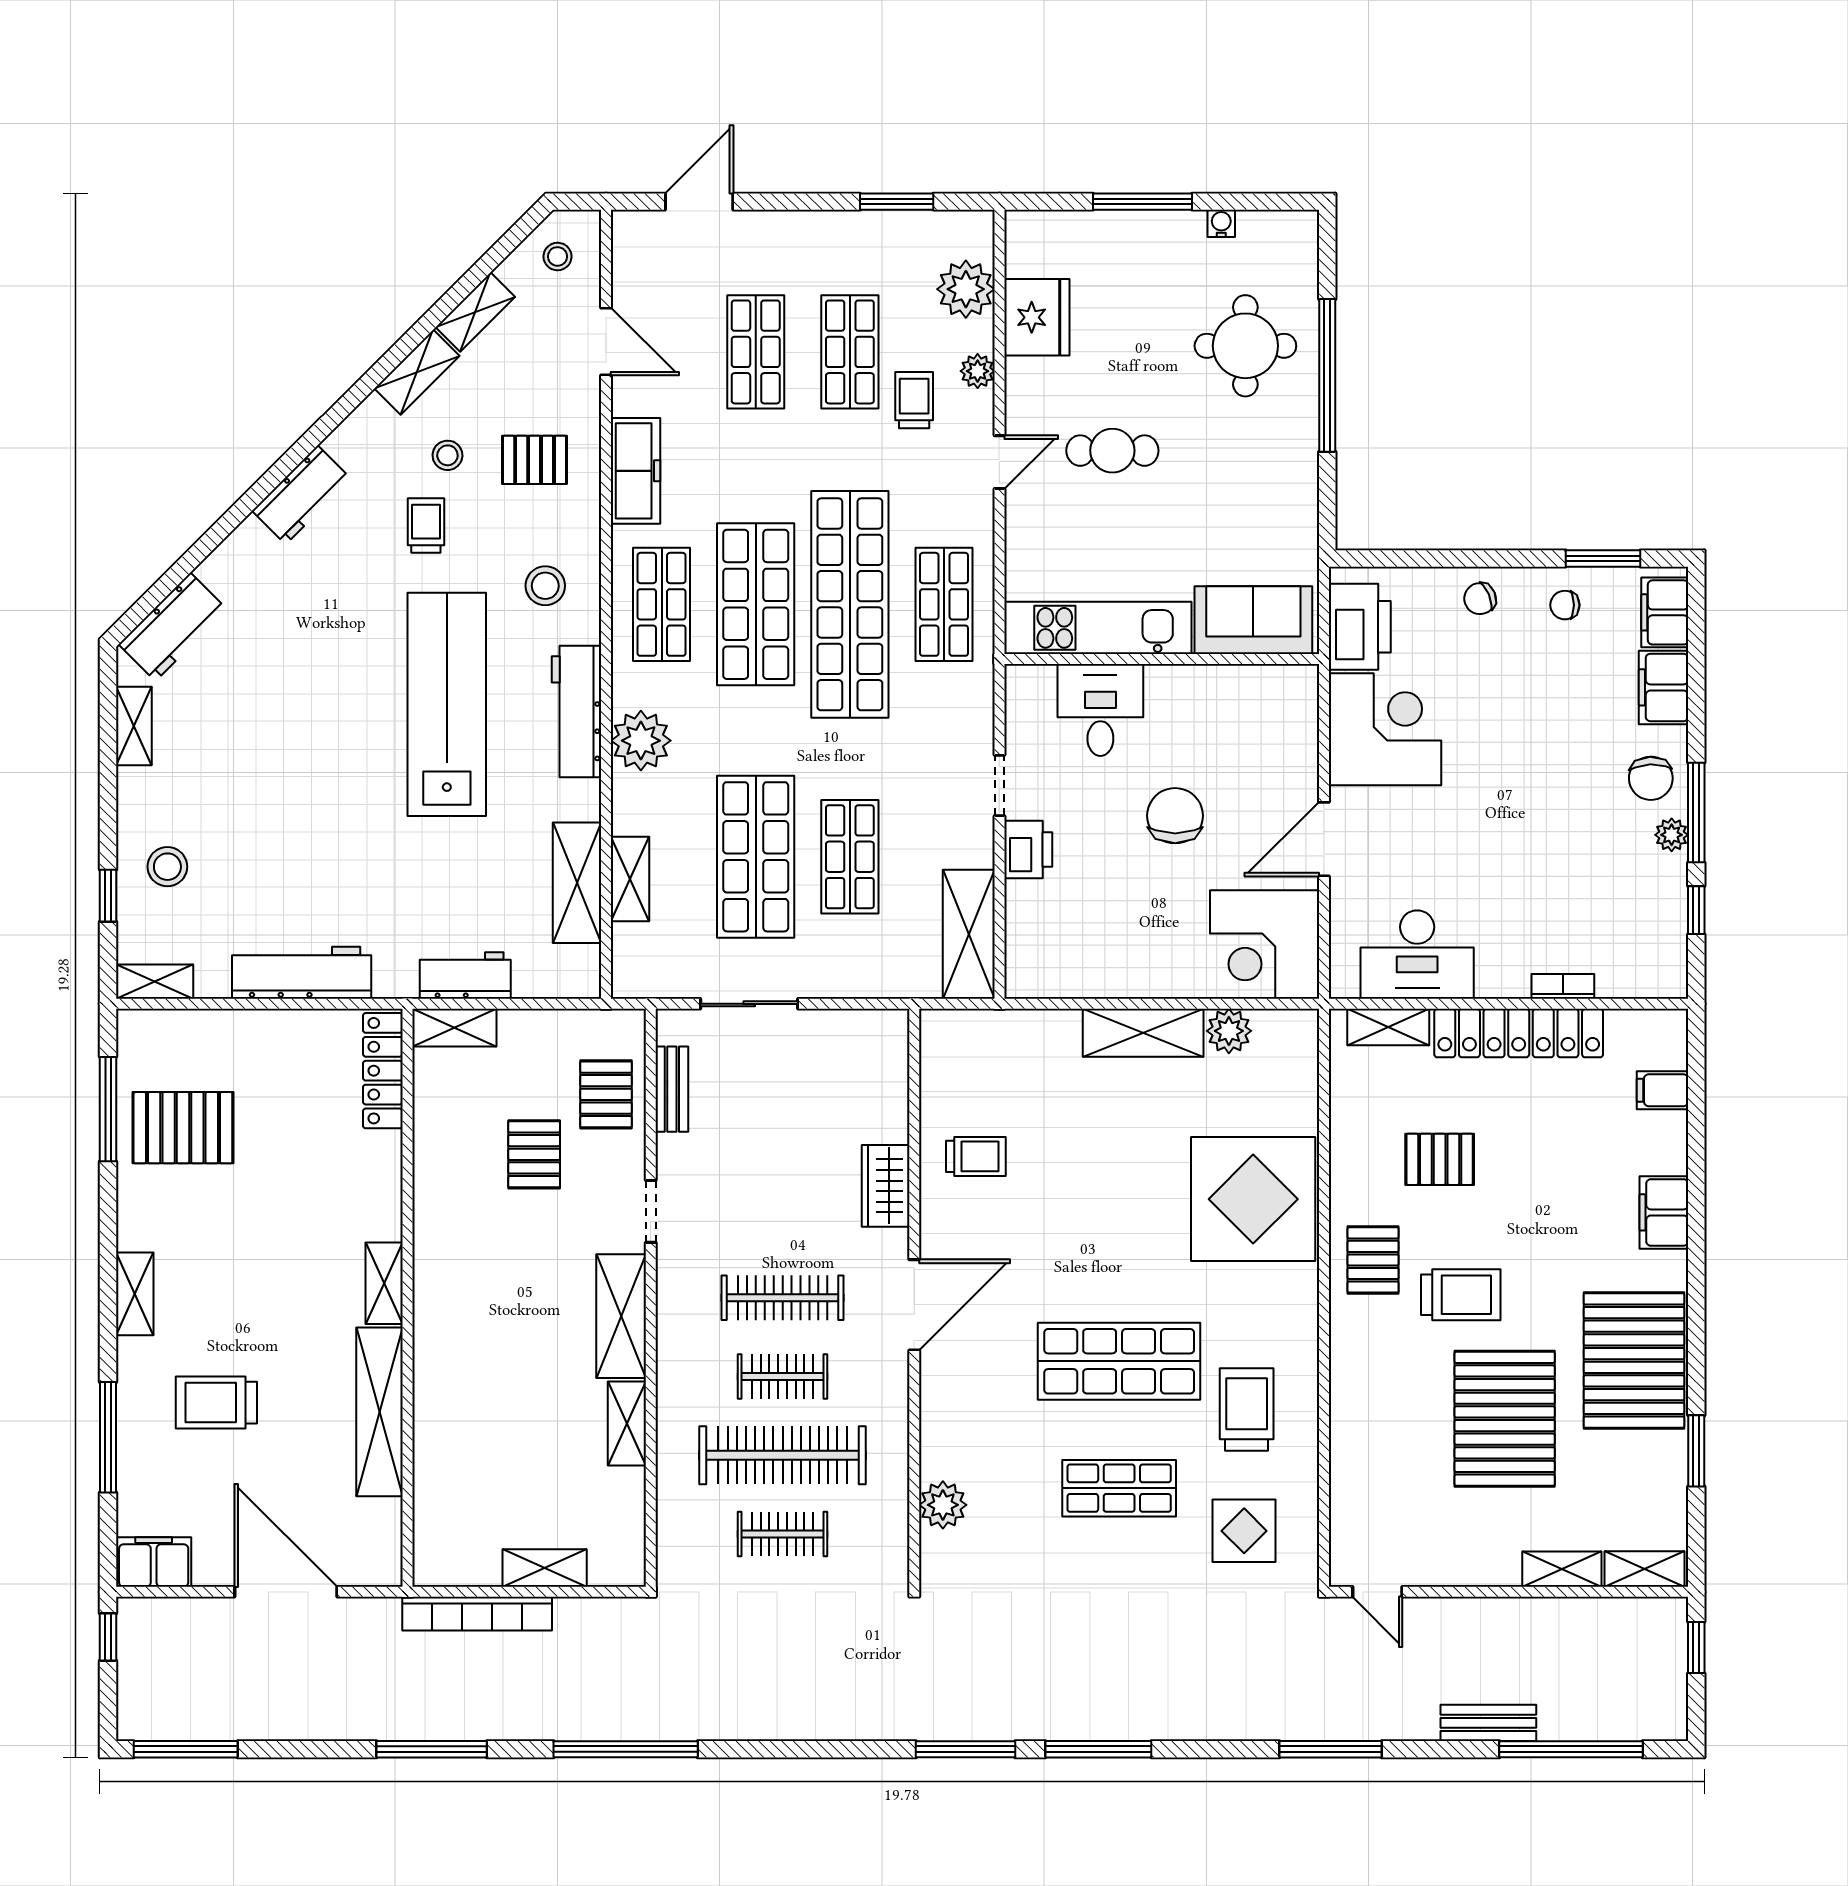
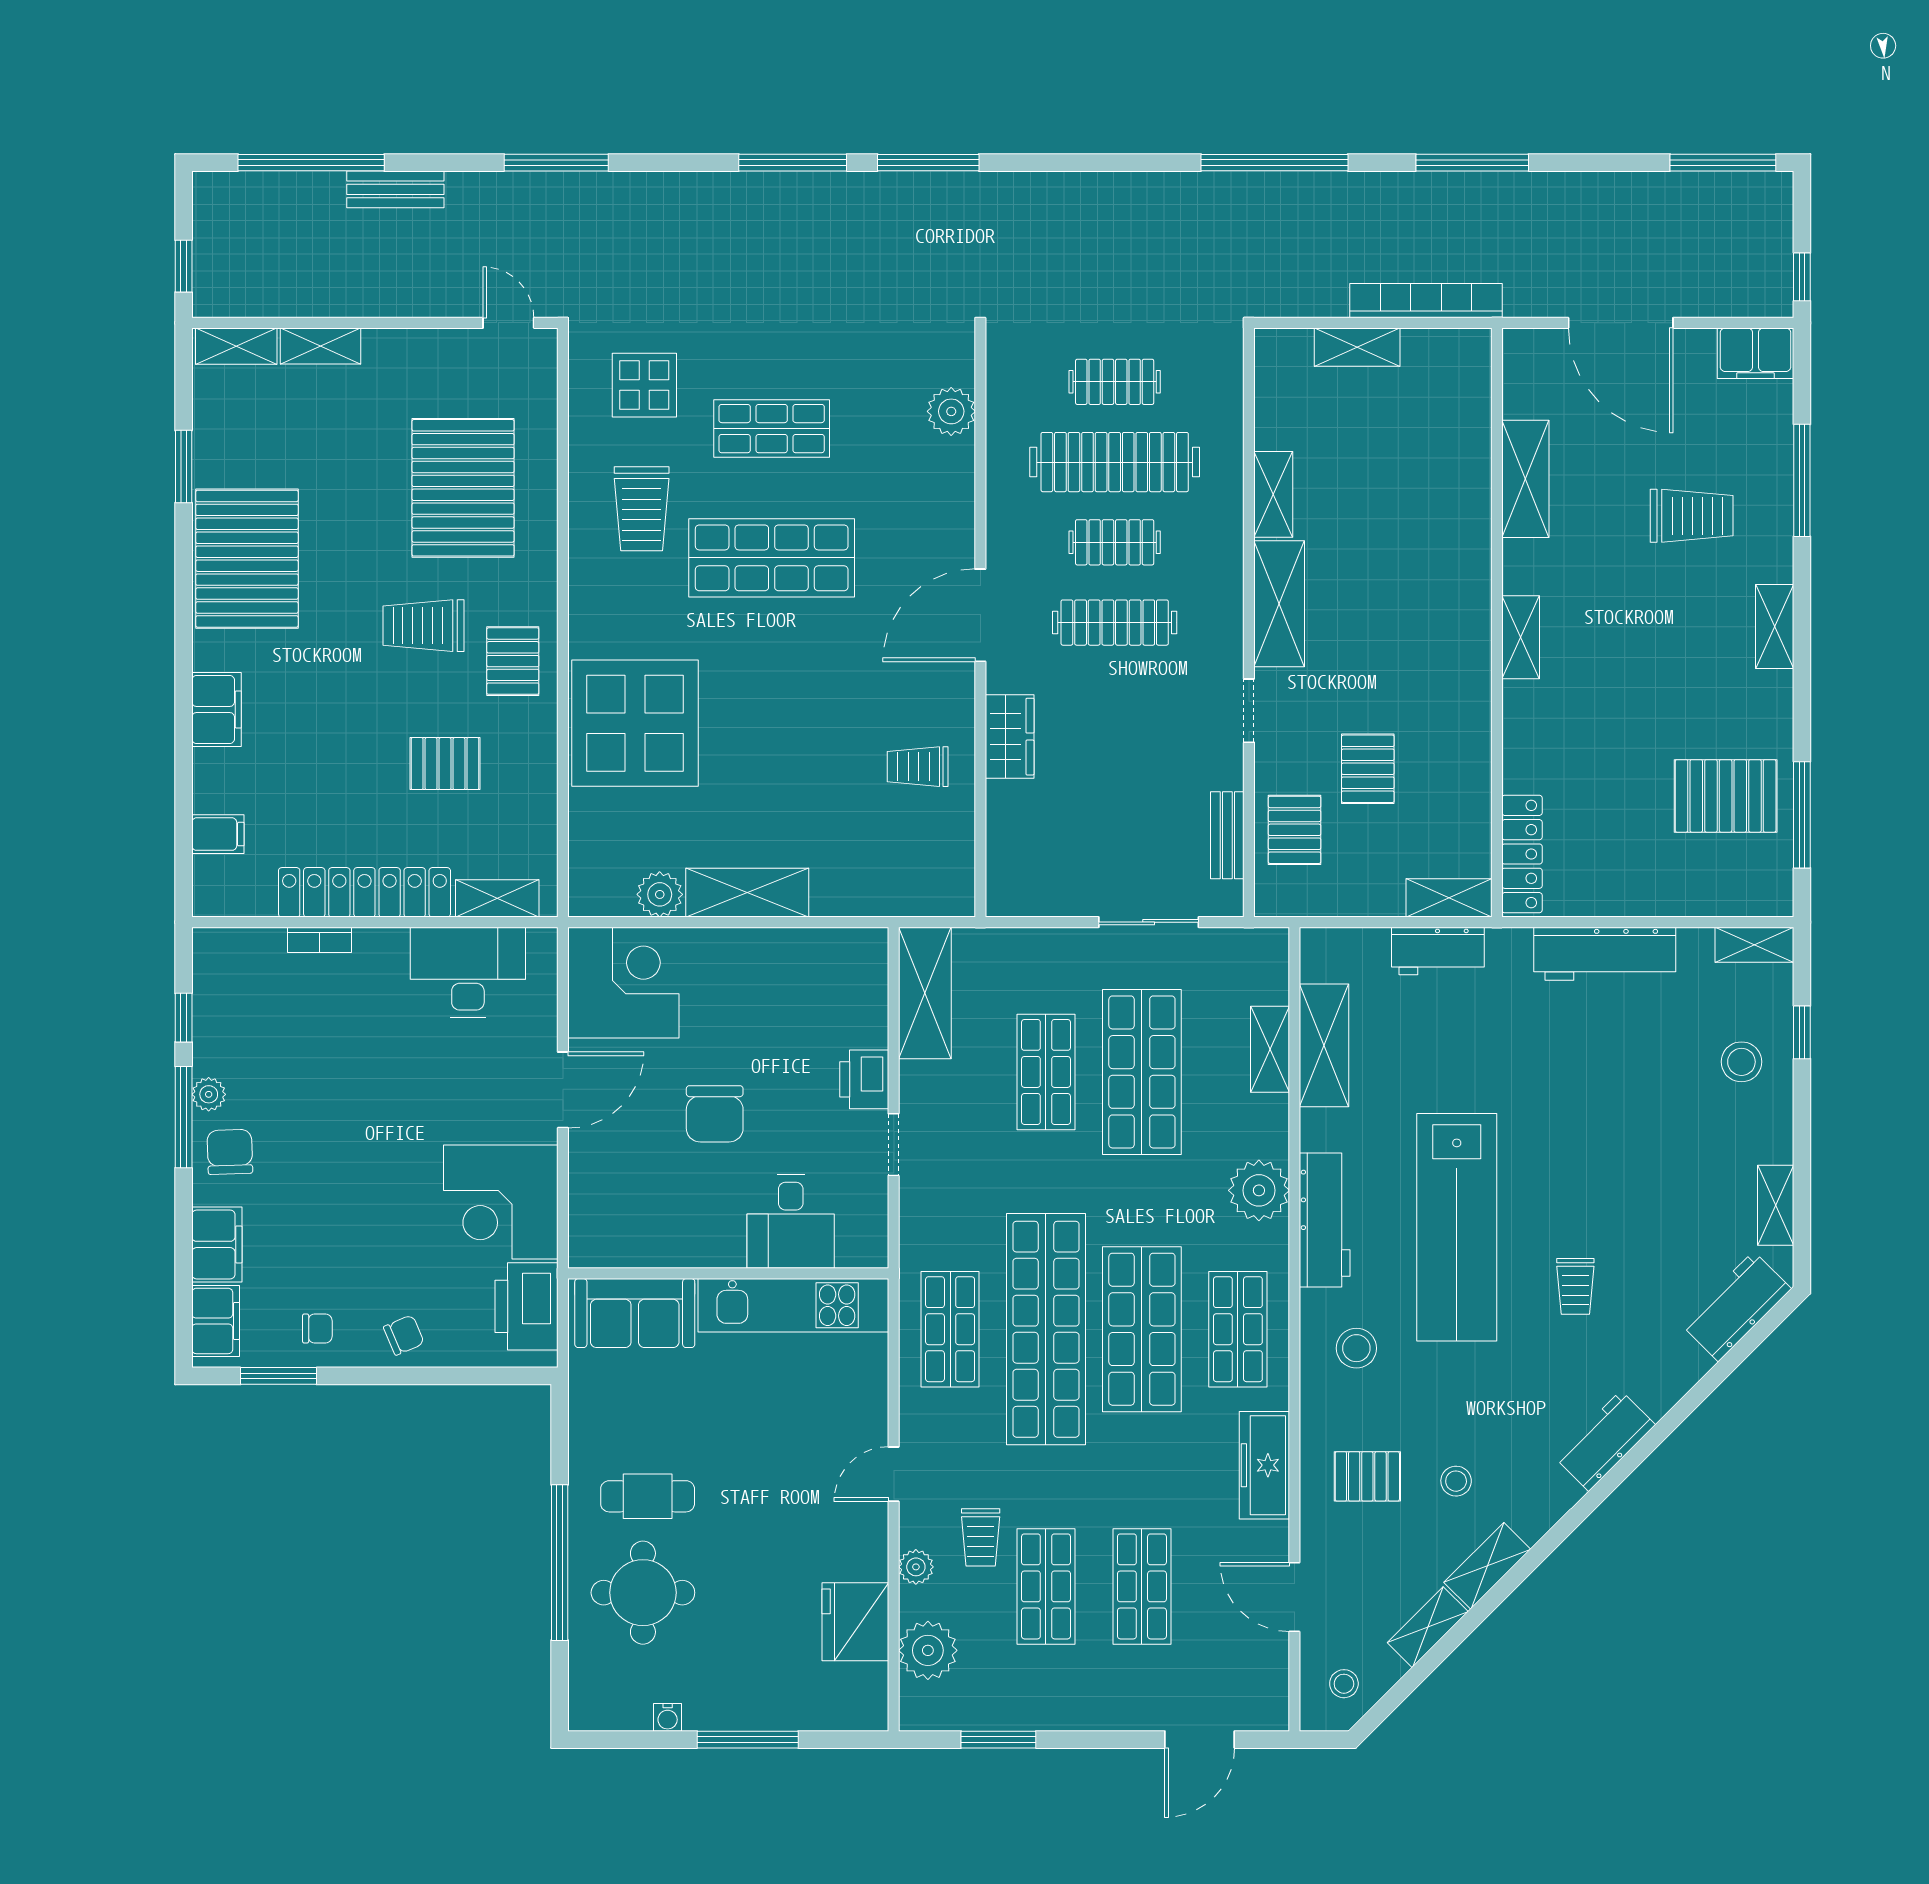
cafe table: (1112, 451) -> (648, 1496), moved
trolley: (426, 526) -> (1575, 1286), moved
shelving: (379, 1412) -> (1525, 479), width x0.68
pallet: (1505, 1419) -> (463, 488), moved

